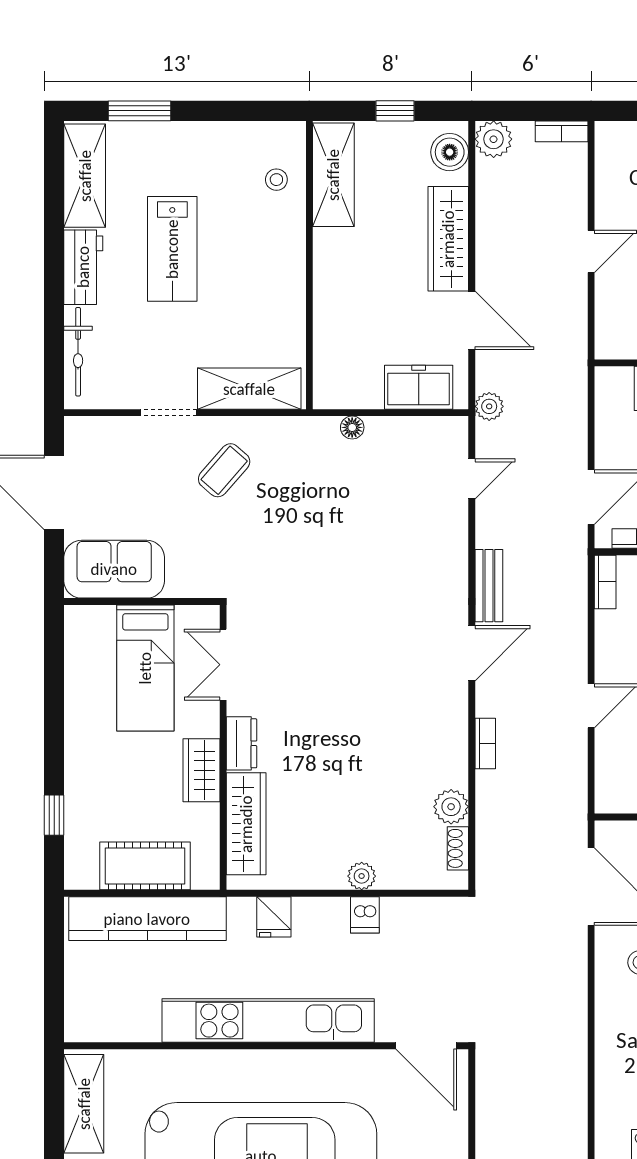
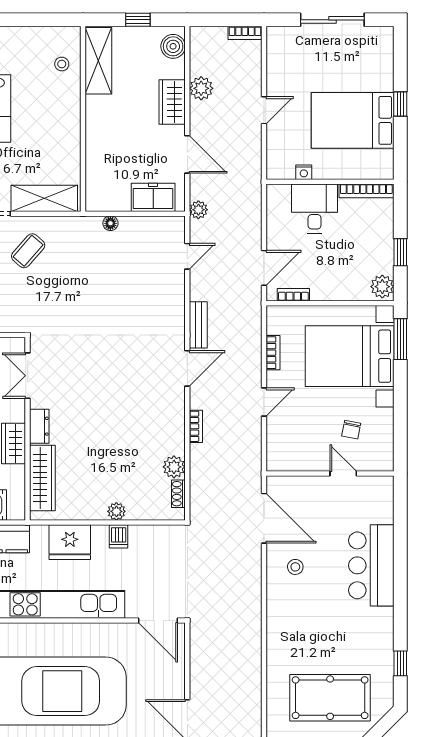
plant: (494, 139) -> (201, 88), moved
wardrobe: (448, 239) -> (172, 102), width x0.67
bookcase: (605, 582) -> (273, 353), moved
fridge: (274, 917) -> (70, 542), width x1.88, depth x1.34

